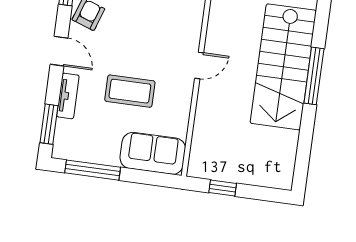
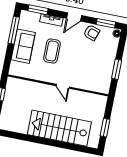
window: (314, 76) -> (54, 143), removed
sofa: (153, 153) -> (23, 46), moved

